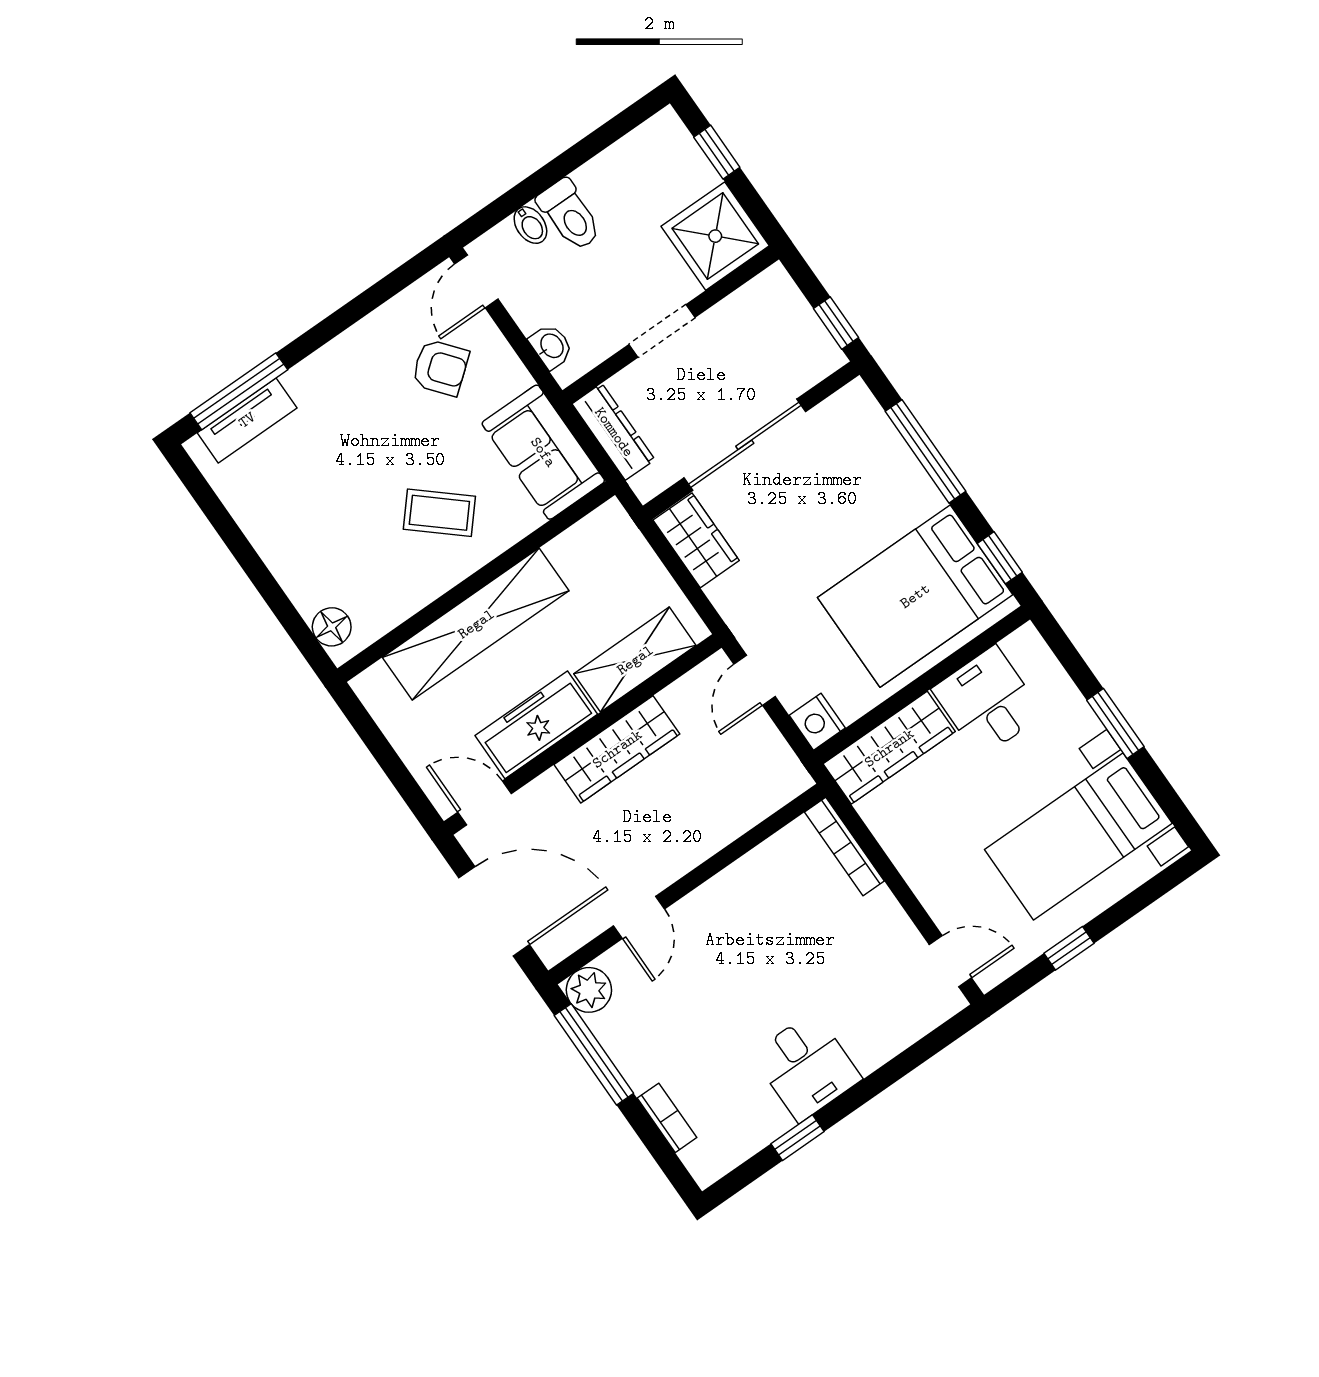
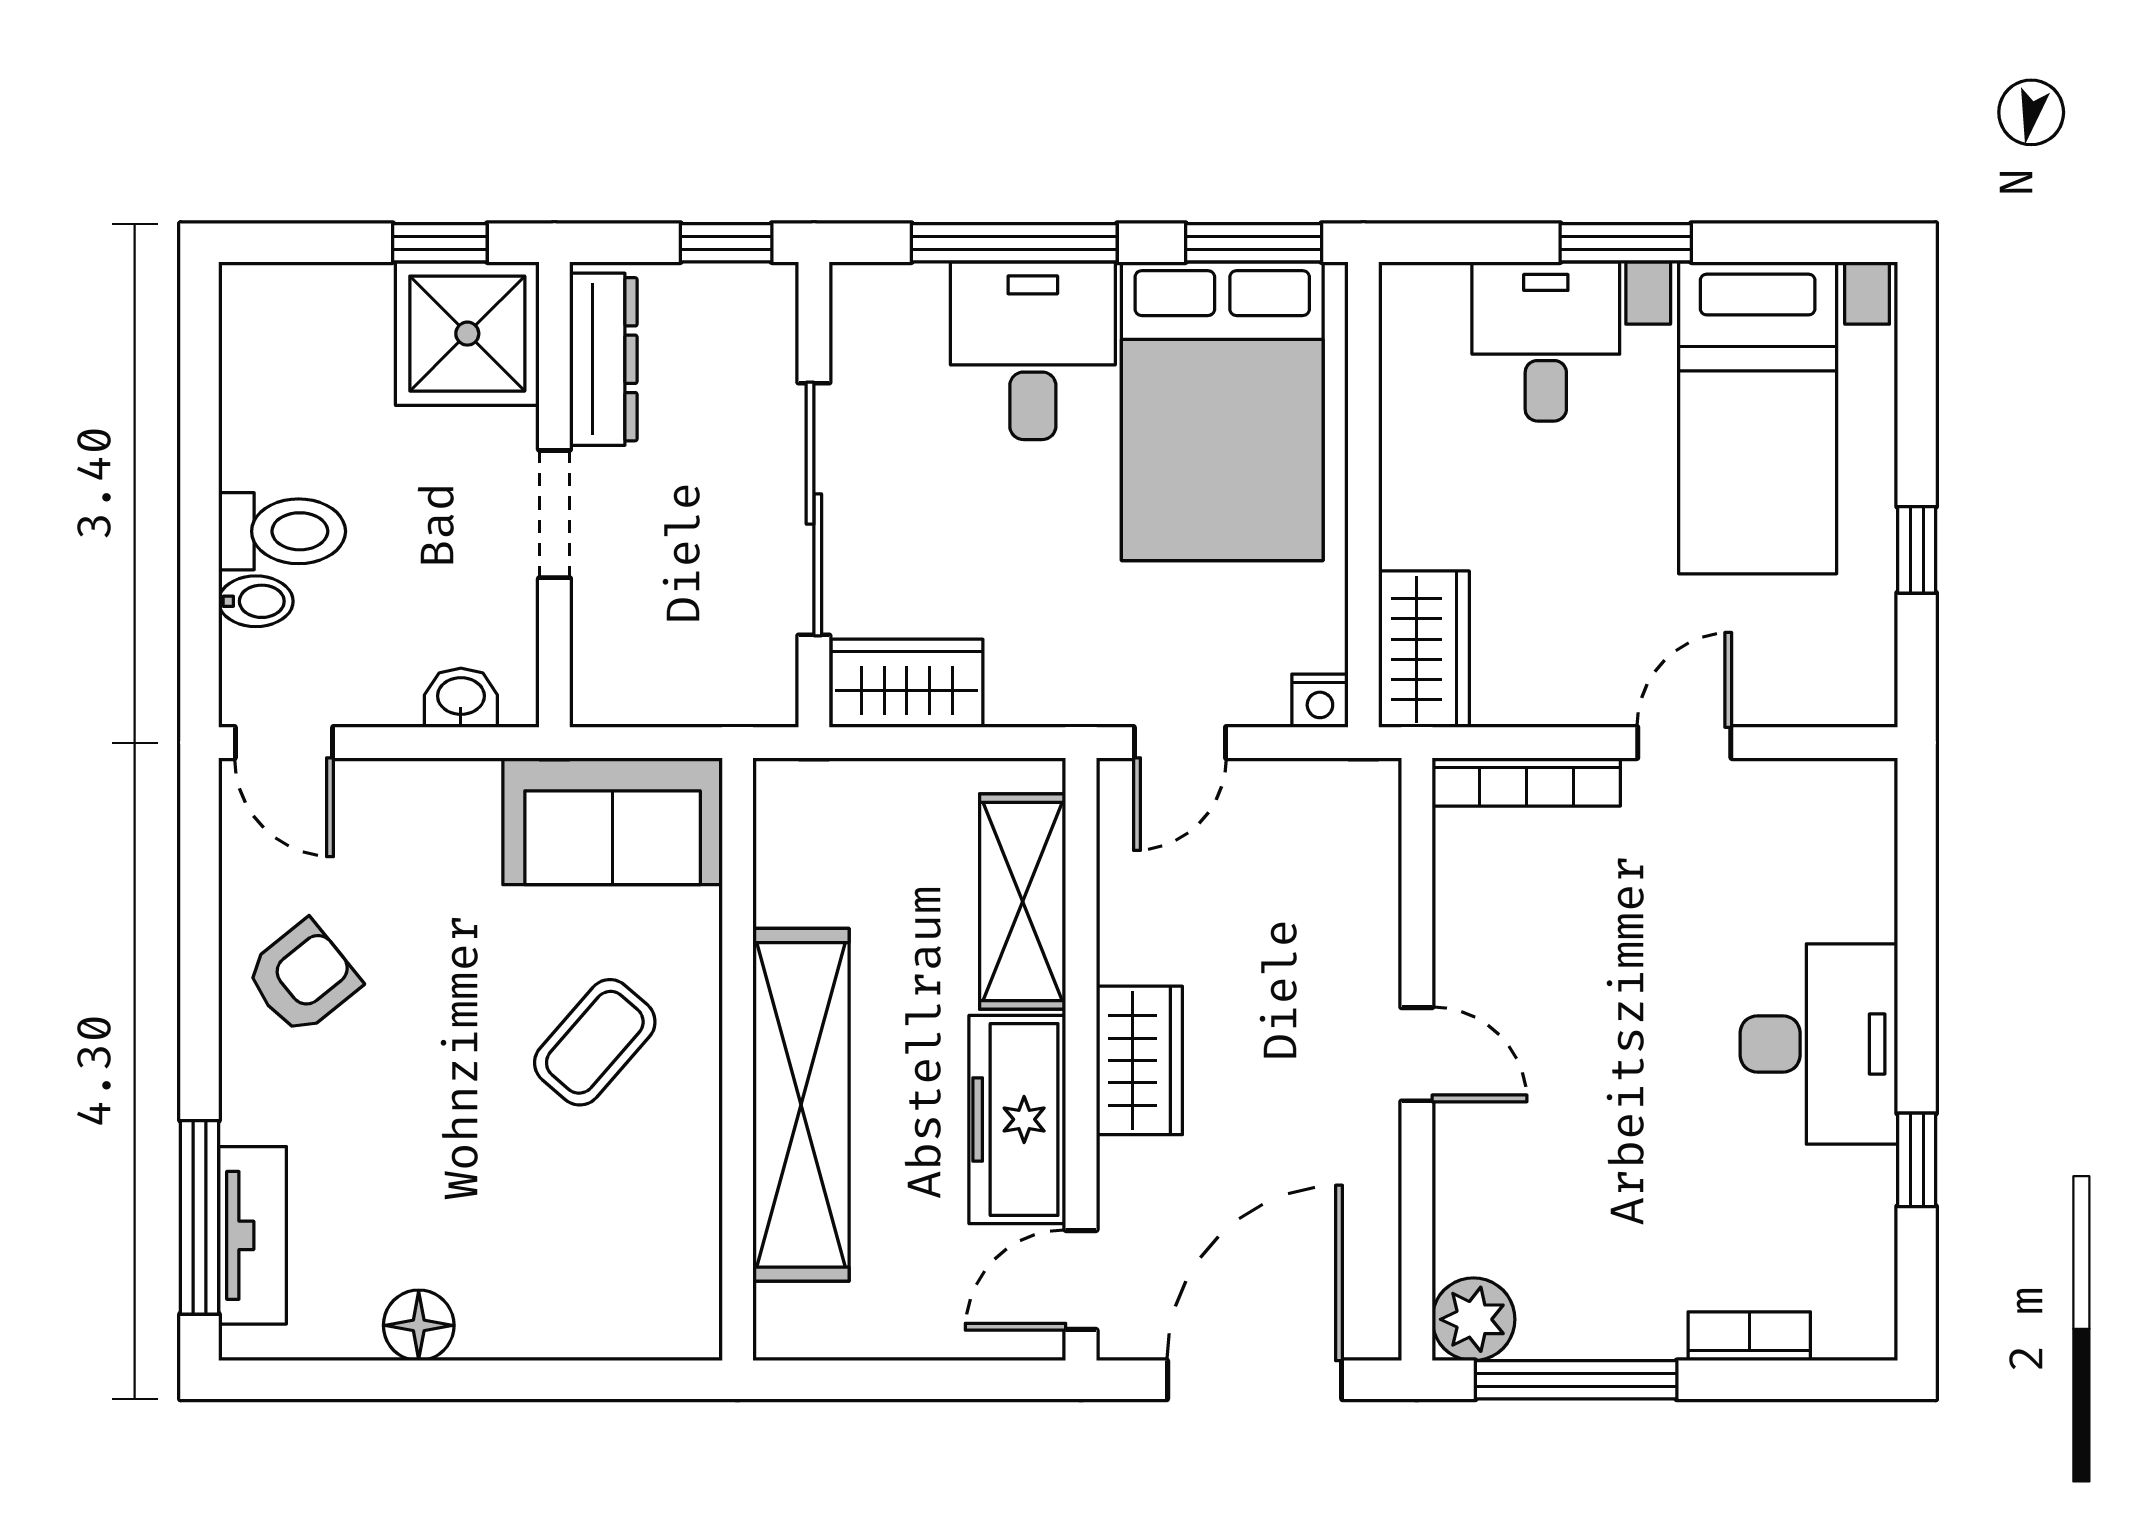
window: (717, 152) -> (440, 243), moved
armchair: (440, 368) -> (303, 978), moved
dresser: (614, 432) -> (603, 359), moved, turned 90
desk: (883, 493) -> (1033, 351), added
window: (1000, 558) -> (1254, 243), width x1.50
floor lamp: (332, 627) -> (419, 1325), moved
door: (754, 680) -> (1180, 743), hinge flipped
desk: (988, 702) -> (1546, 341), moved, turned 90
nightstand: (817, 722) -> (1320, 701), width x0.72, depth x0.74
wardrobe: (889, 748) -> (1424, 649), width x0.67
wardrobe: (617, 749) -> (1139, 1060), width x0.67
door: (639, 917) -> (1417, 1054), moved
door: (950, 961) -> (1684, 743), moved
desk: (807, 1067) -> (1819, 1044), width x1.37

